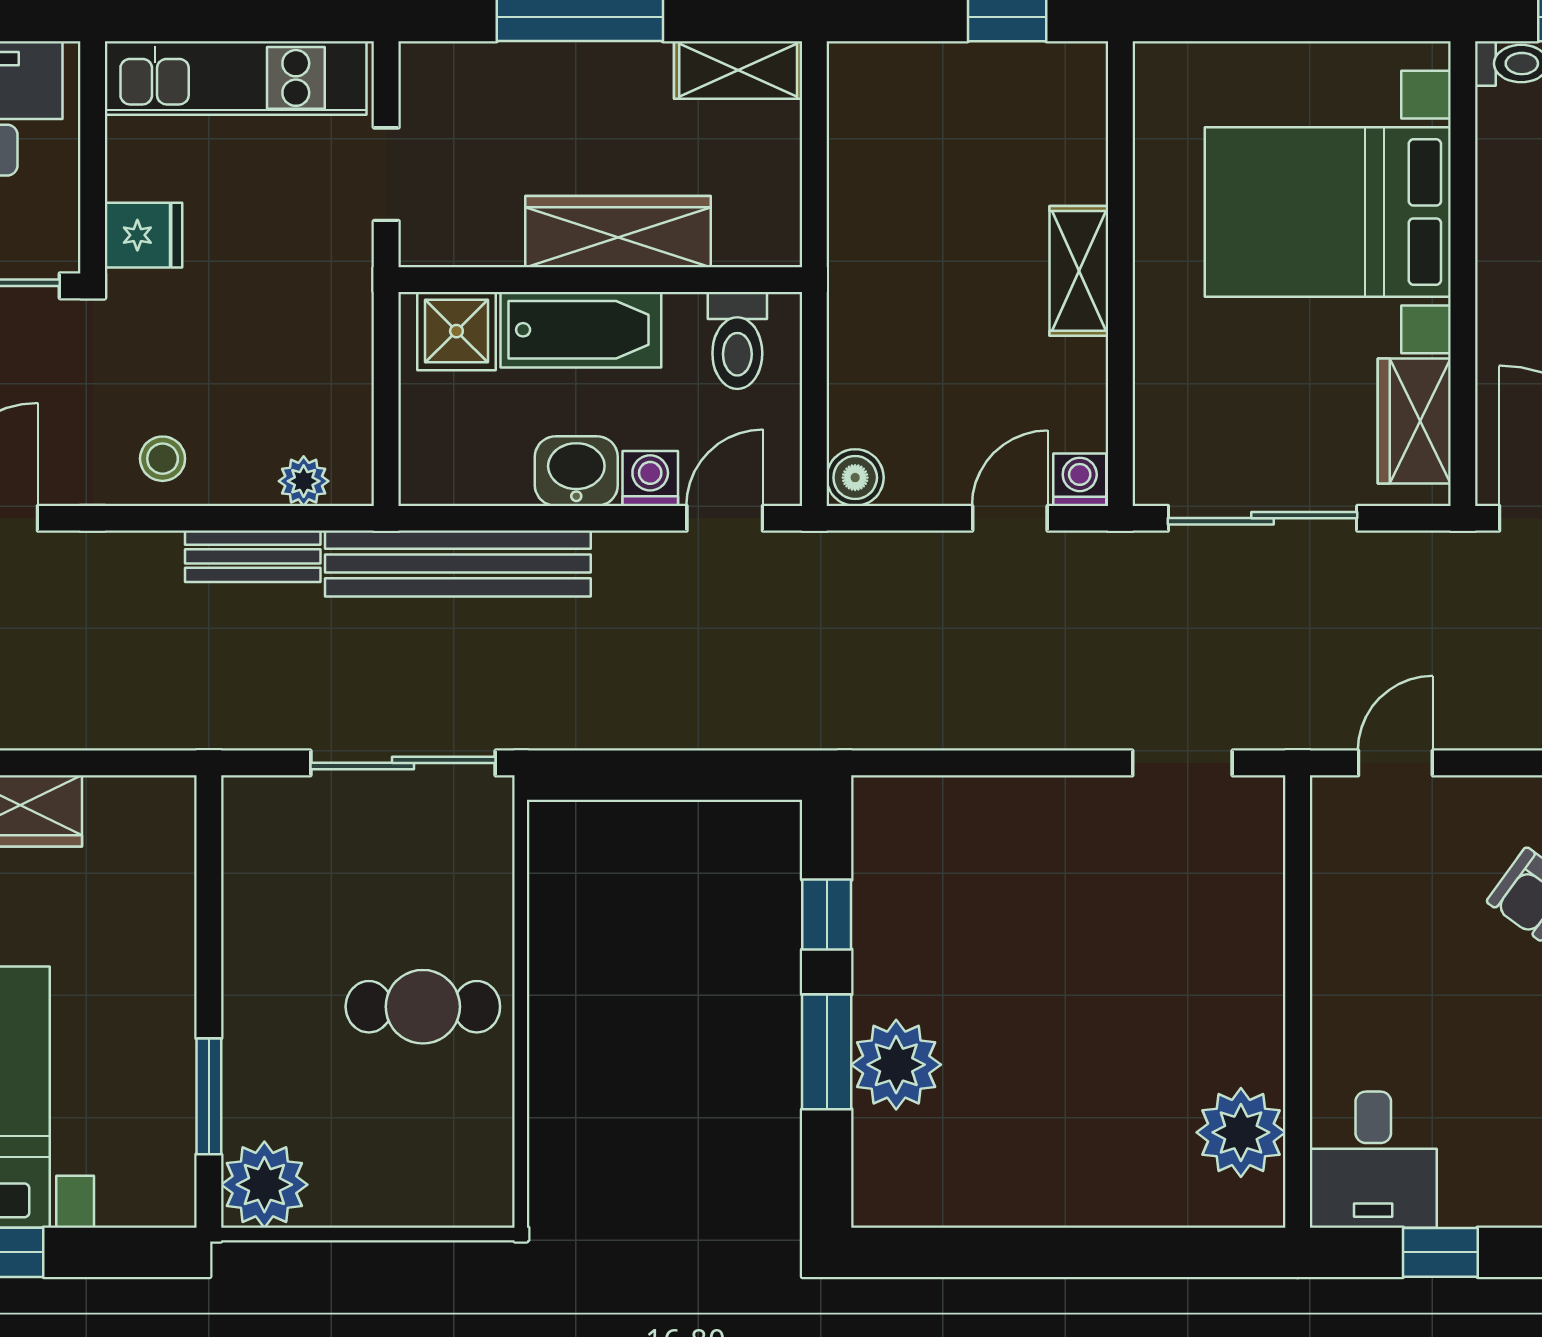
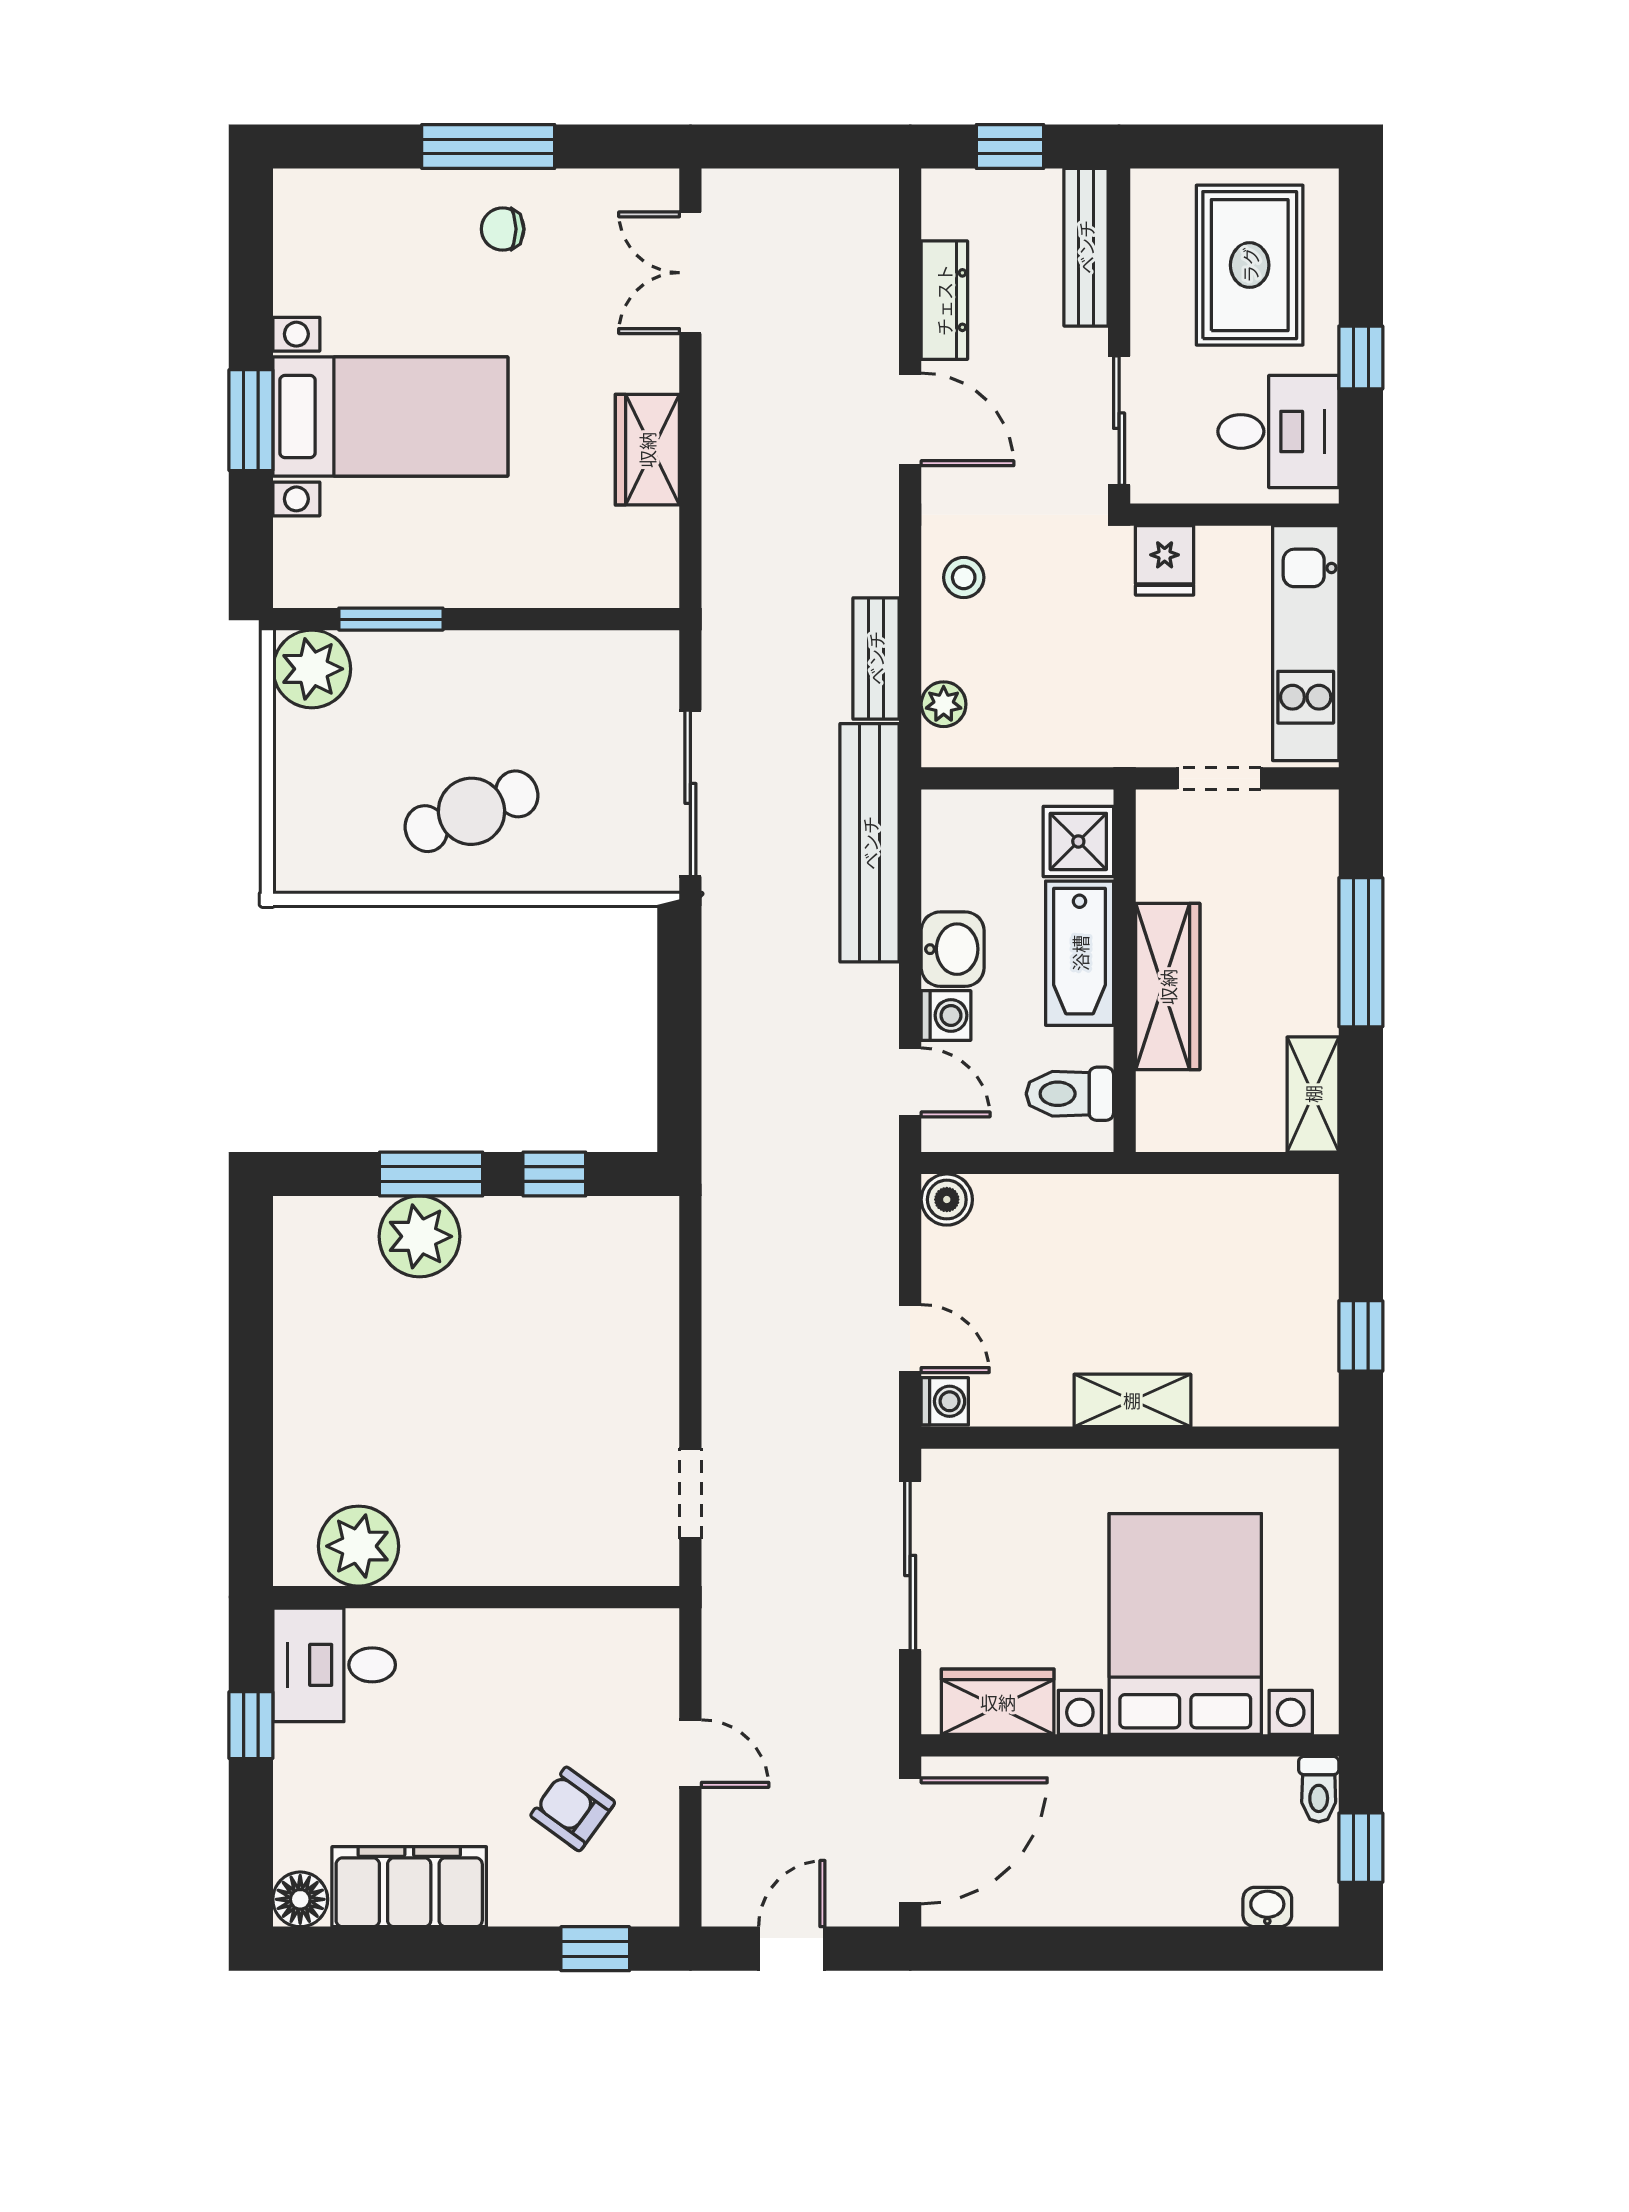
door: (1395, 763) -> (690, 1754), moved
cafe table: (423, 1007) -> (472, 811), turned 69

